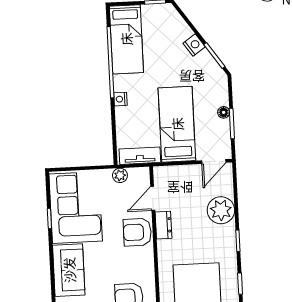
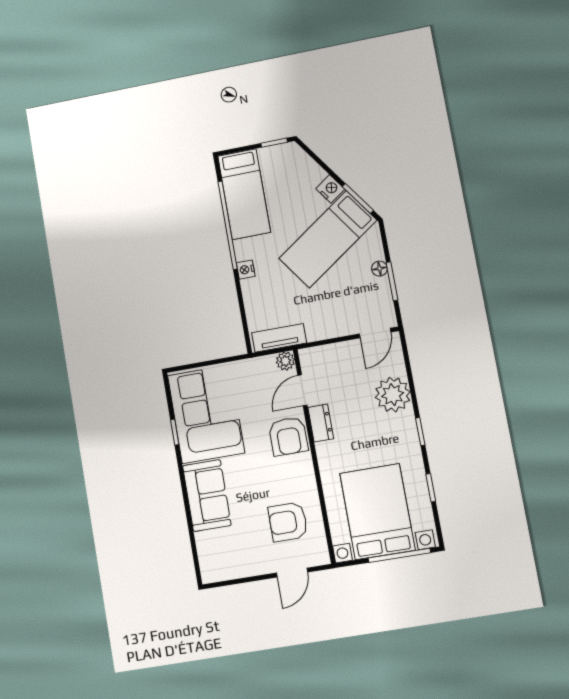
bed: (177, 124) -> (328, 239), moved, turned -125
plant: (120, 175) -> (285, 361), moved
armchair: (137, 232) -> (288, 436), turned -90

